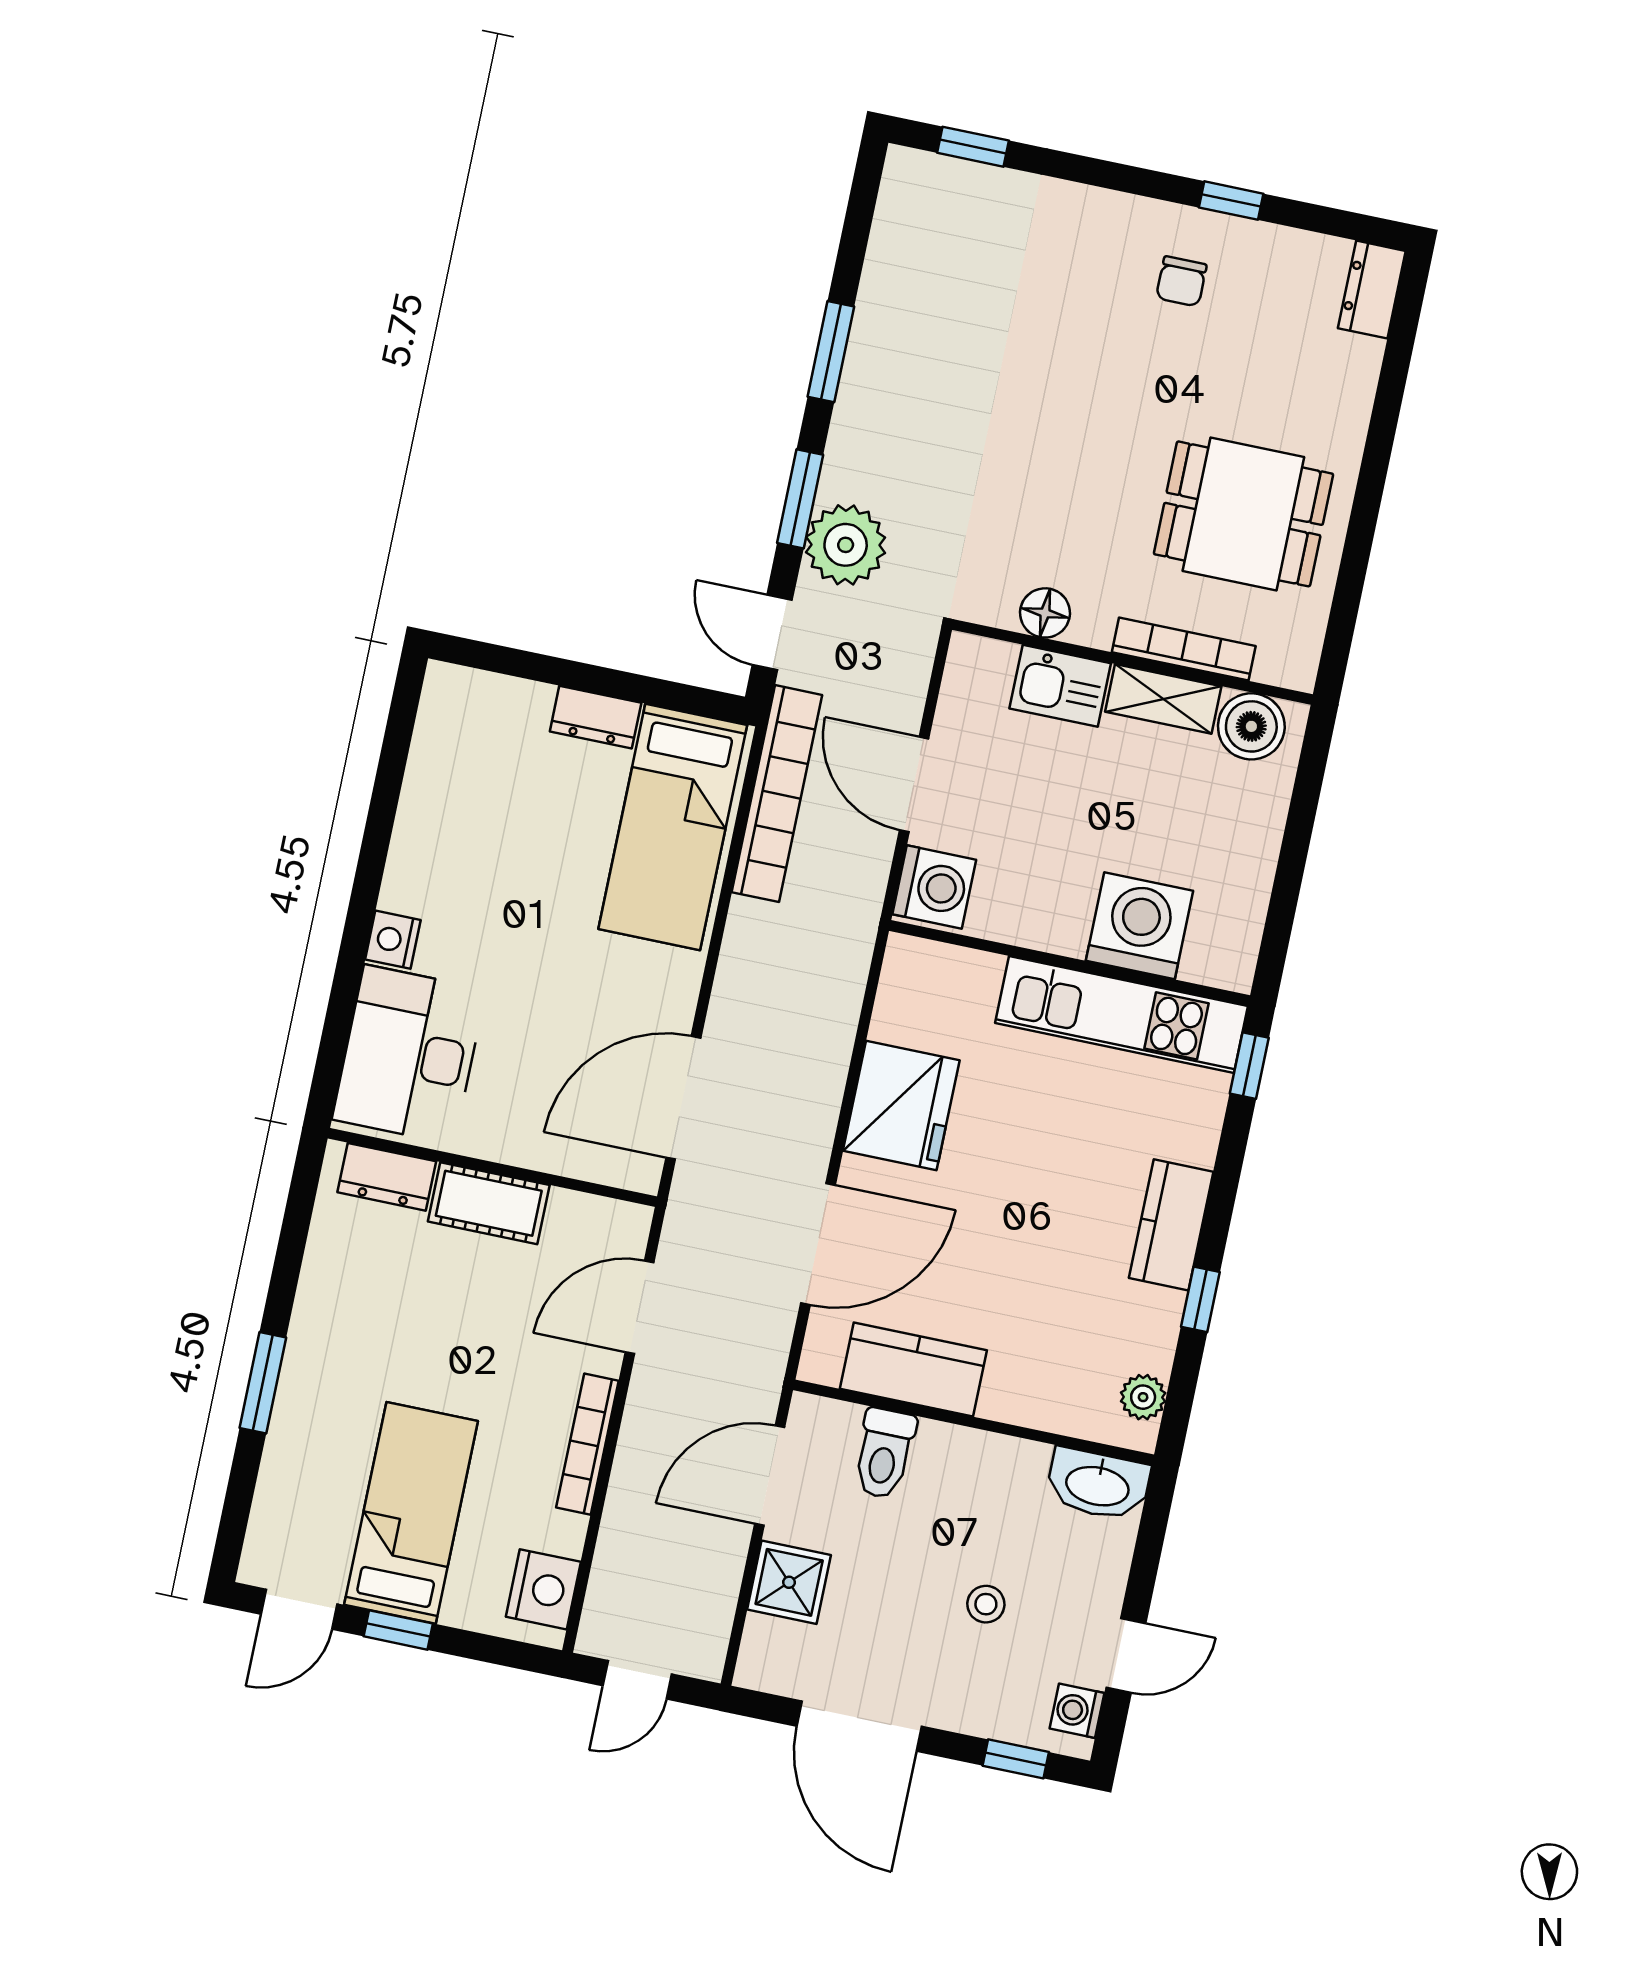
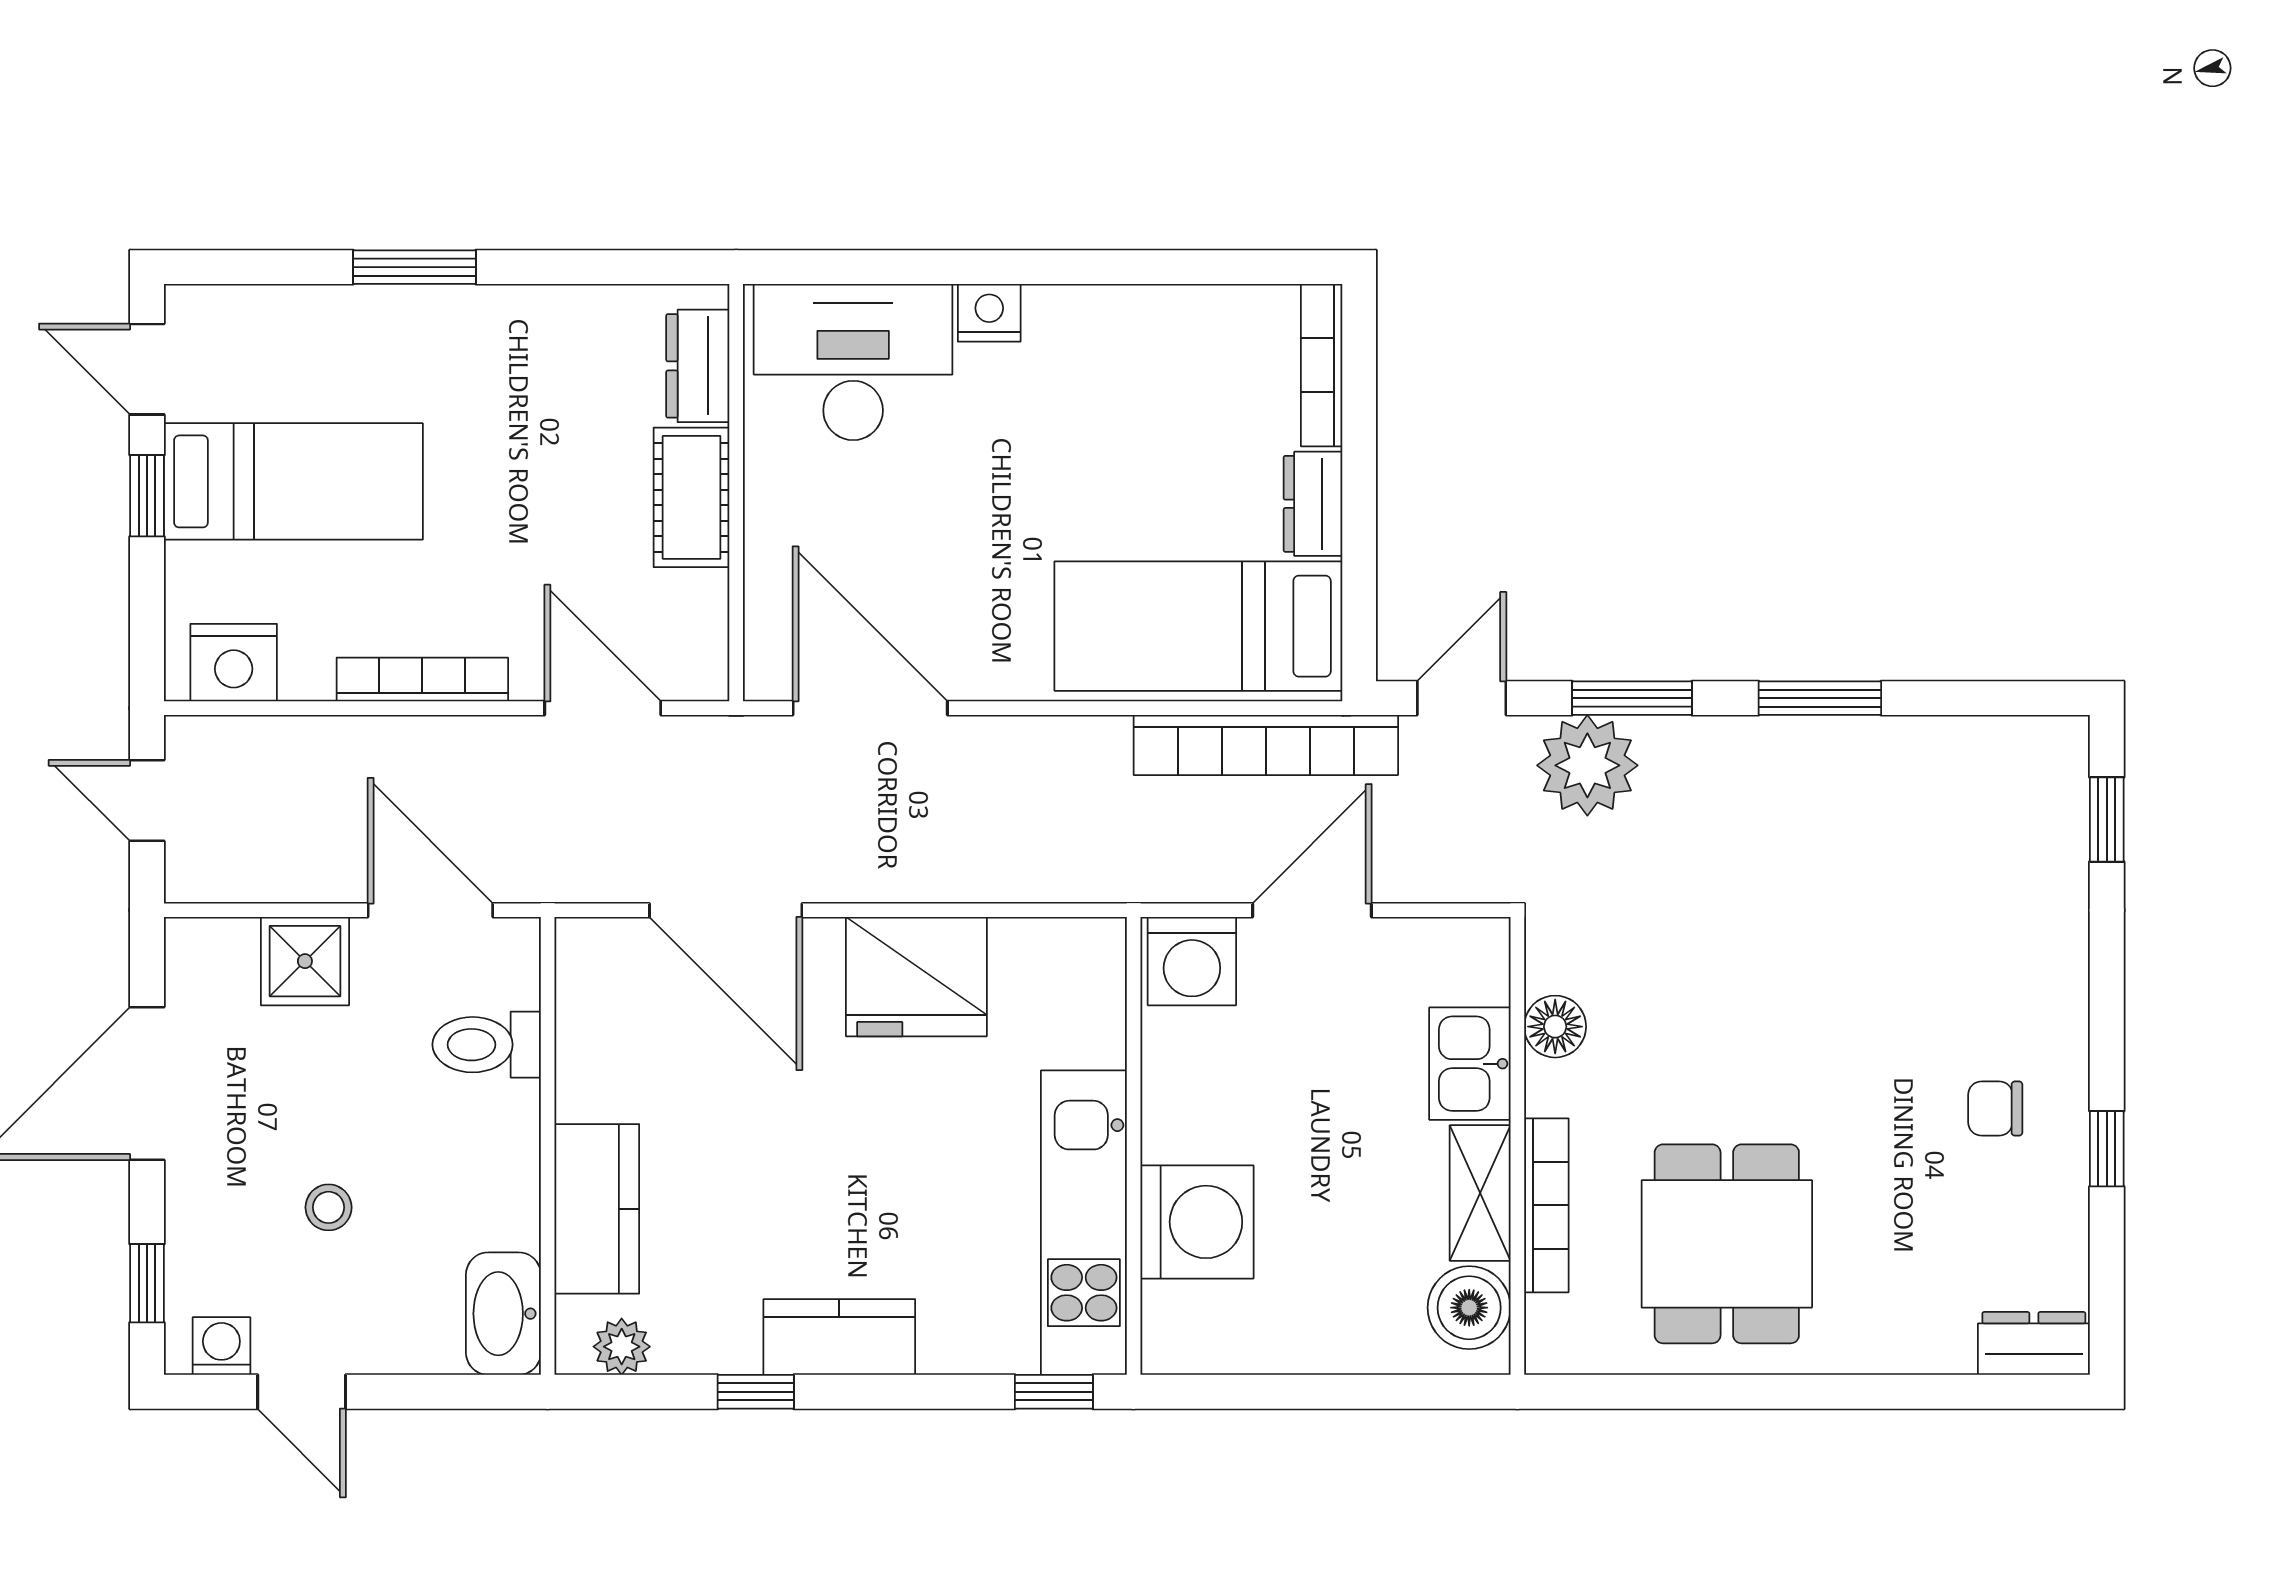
bookcase: (488, 688) -> (1322, 365), added
kitchen counter: (913, 1369) -> (597, 1209), moved

